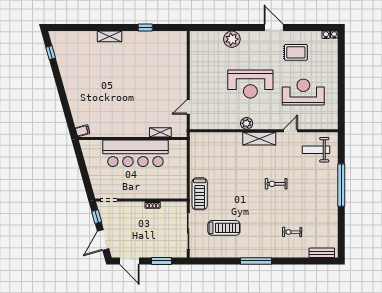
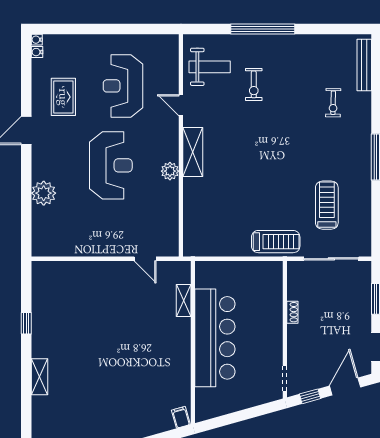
weight bench: (316, 150) -> (210, 67), turned -90
exercise bike: (276, 184) -> (254, 84), moved
door: (103, 240) -> (345, 386), swing flipped
bench: (322, 253) -> (364, 65), width x1.36

